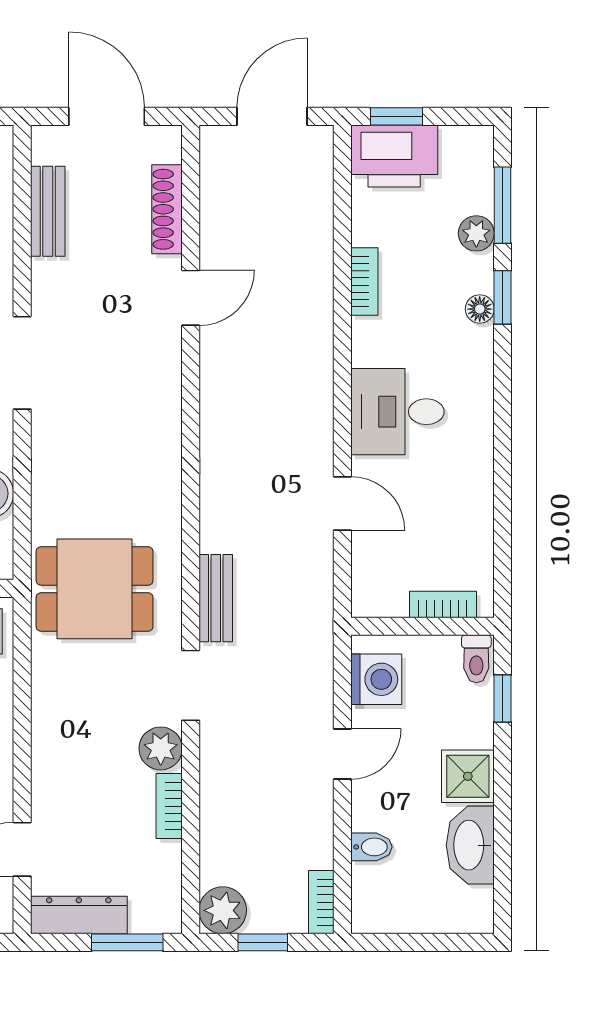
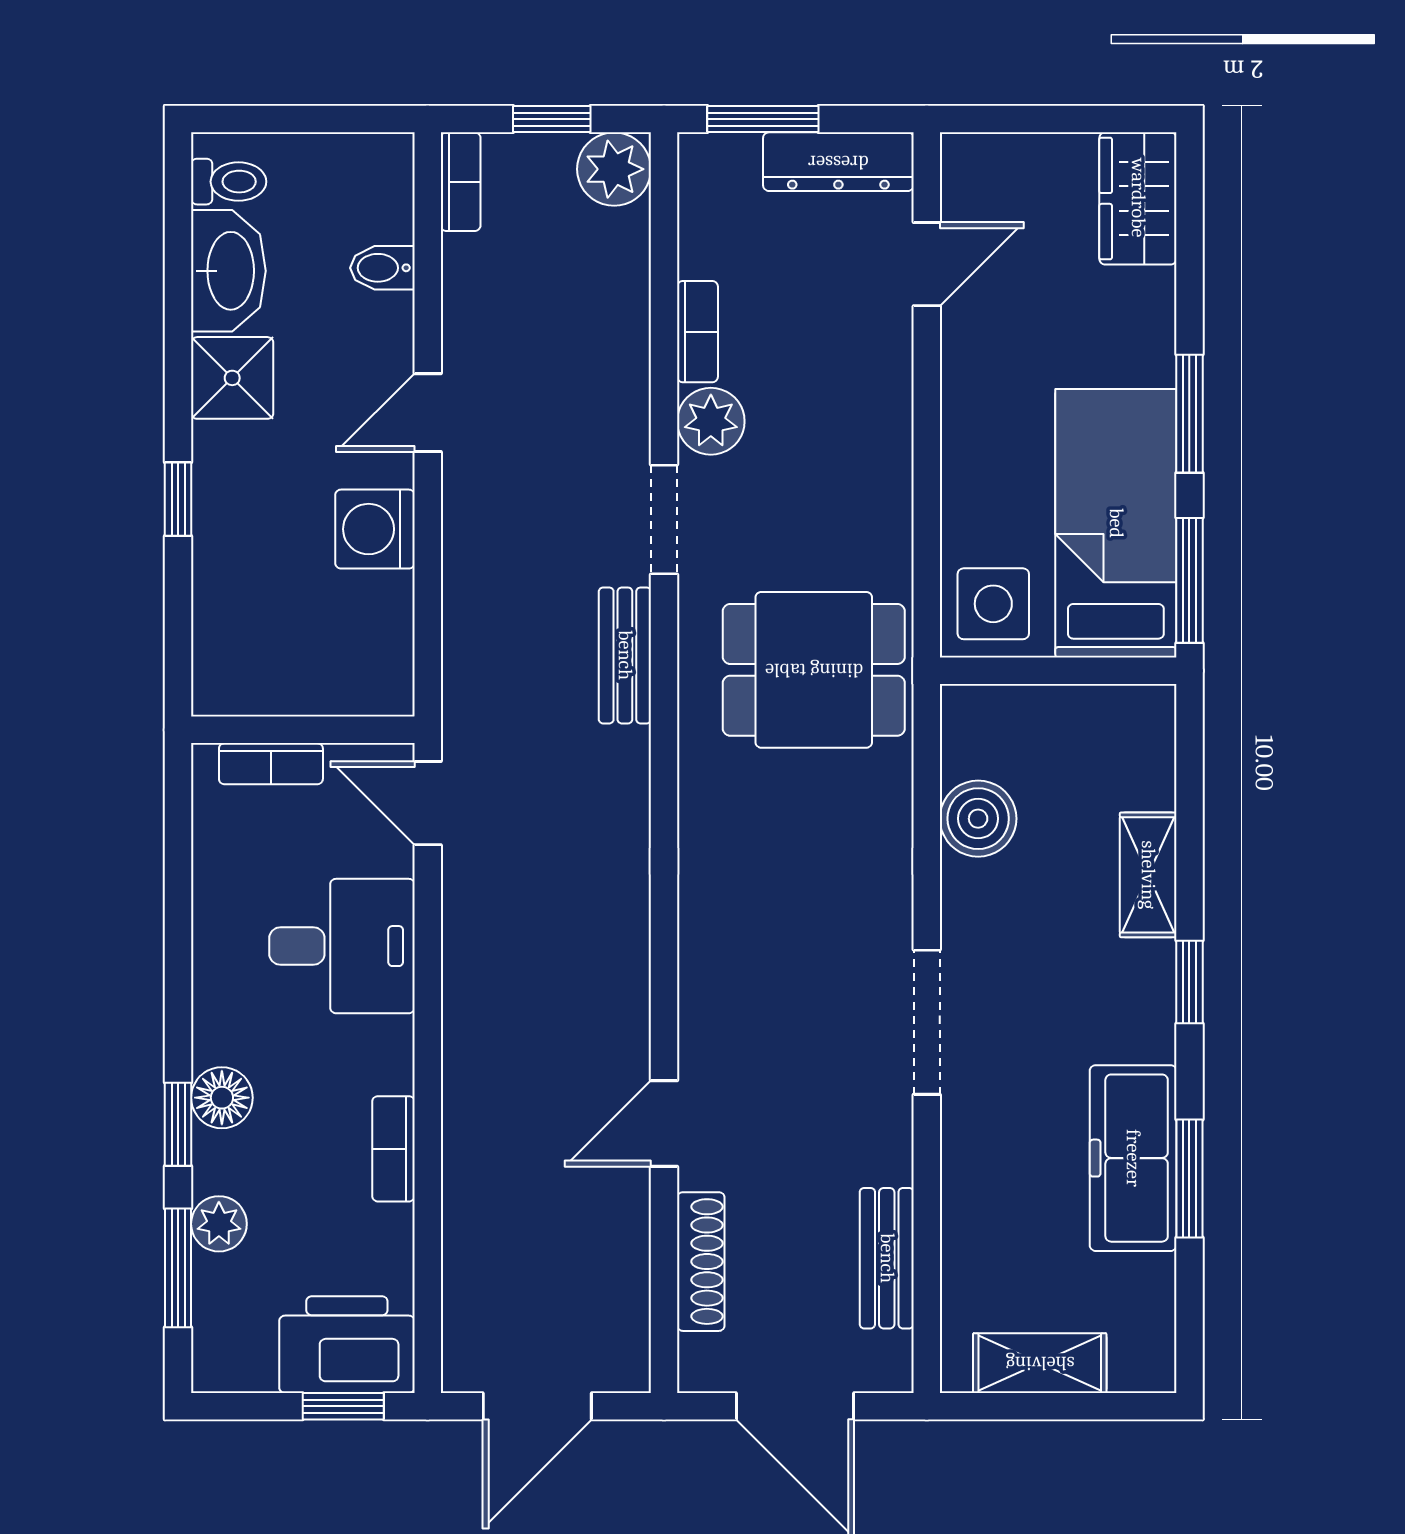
floor lamp: (480, 309) -> (222, 1098), width x1.37, depth x1.37
bookcase: (443, 605) -> (271, 764), moved
wall: (422, 626) -> (303, 730), moved
toilet: (476, 659) -> (229, 182), moved, turned 90

